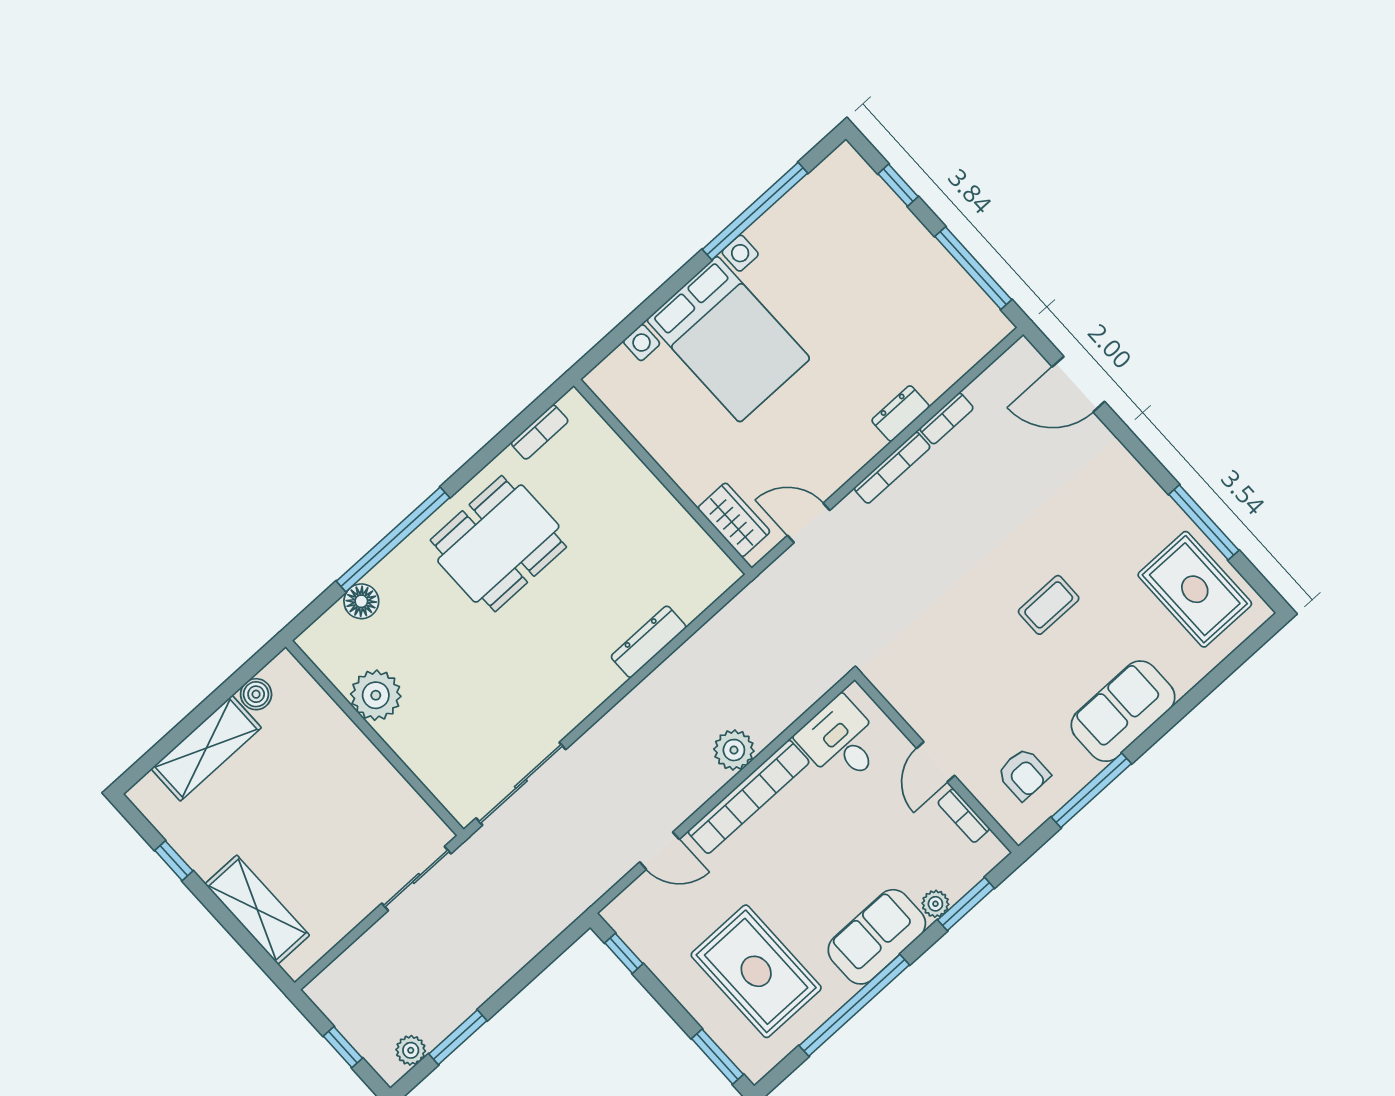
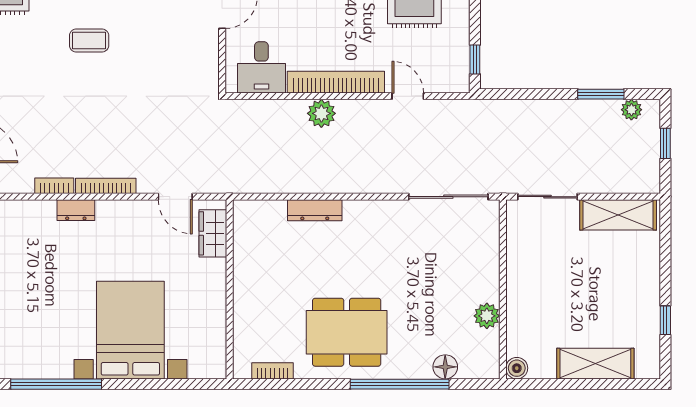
boiler: (256, 694) -> (517, 368), moved
plant: (376, 695) -> (487, 316), width x0.73, depth x0.73
shelving: (257, 910) -> (618, 215), moved, turned 90

